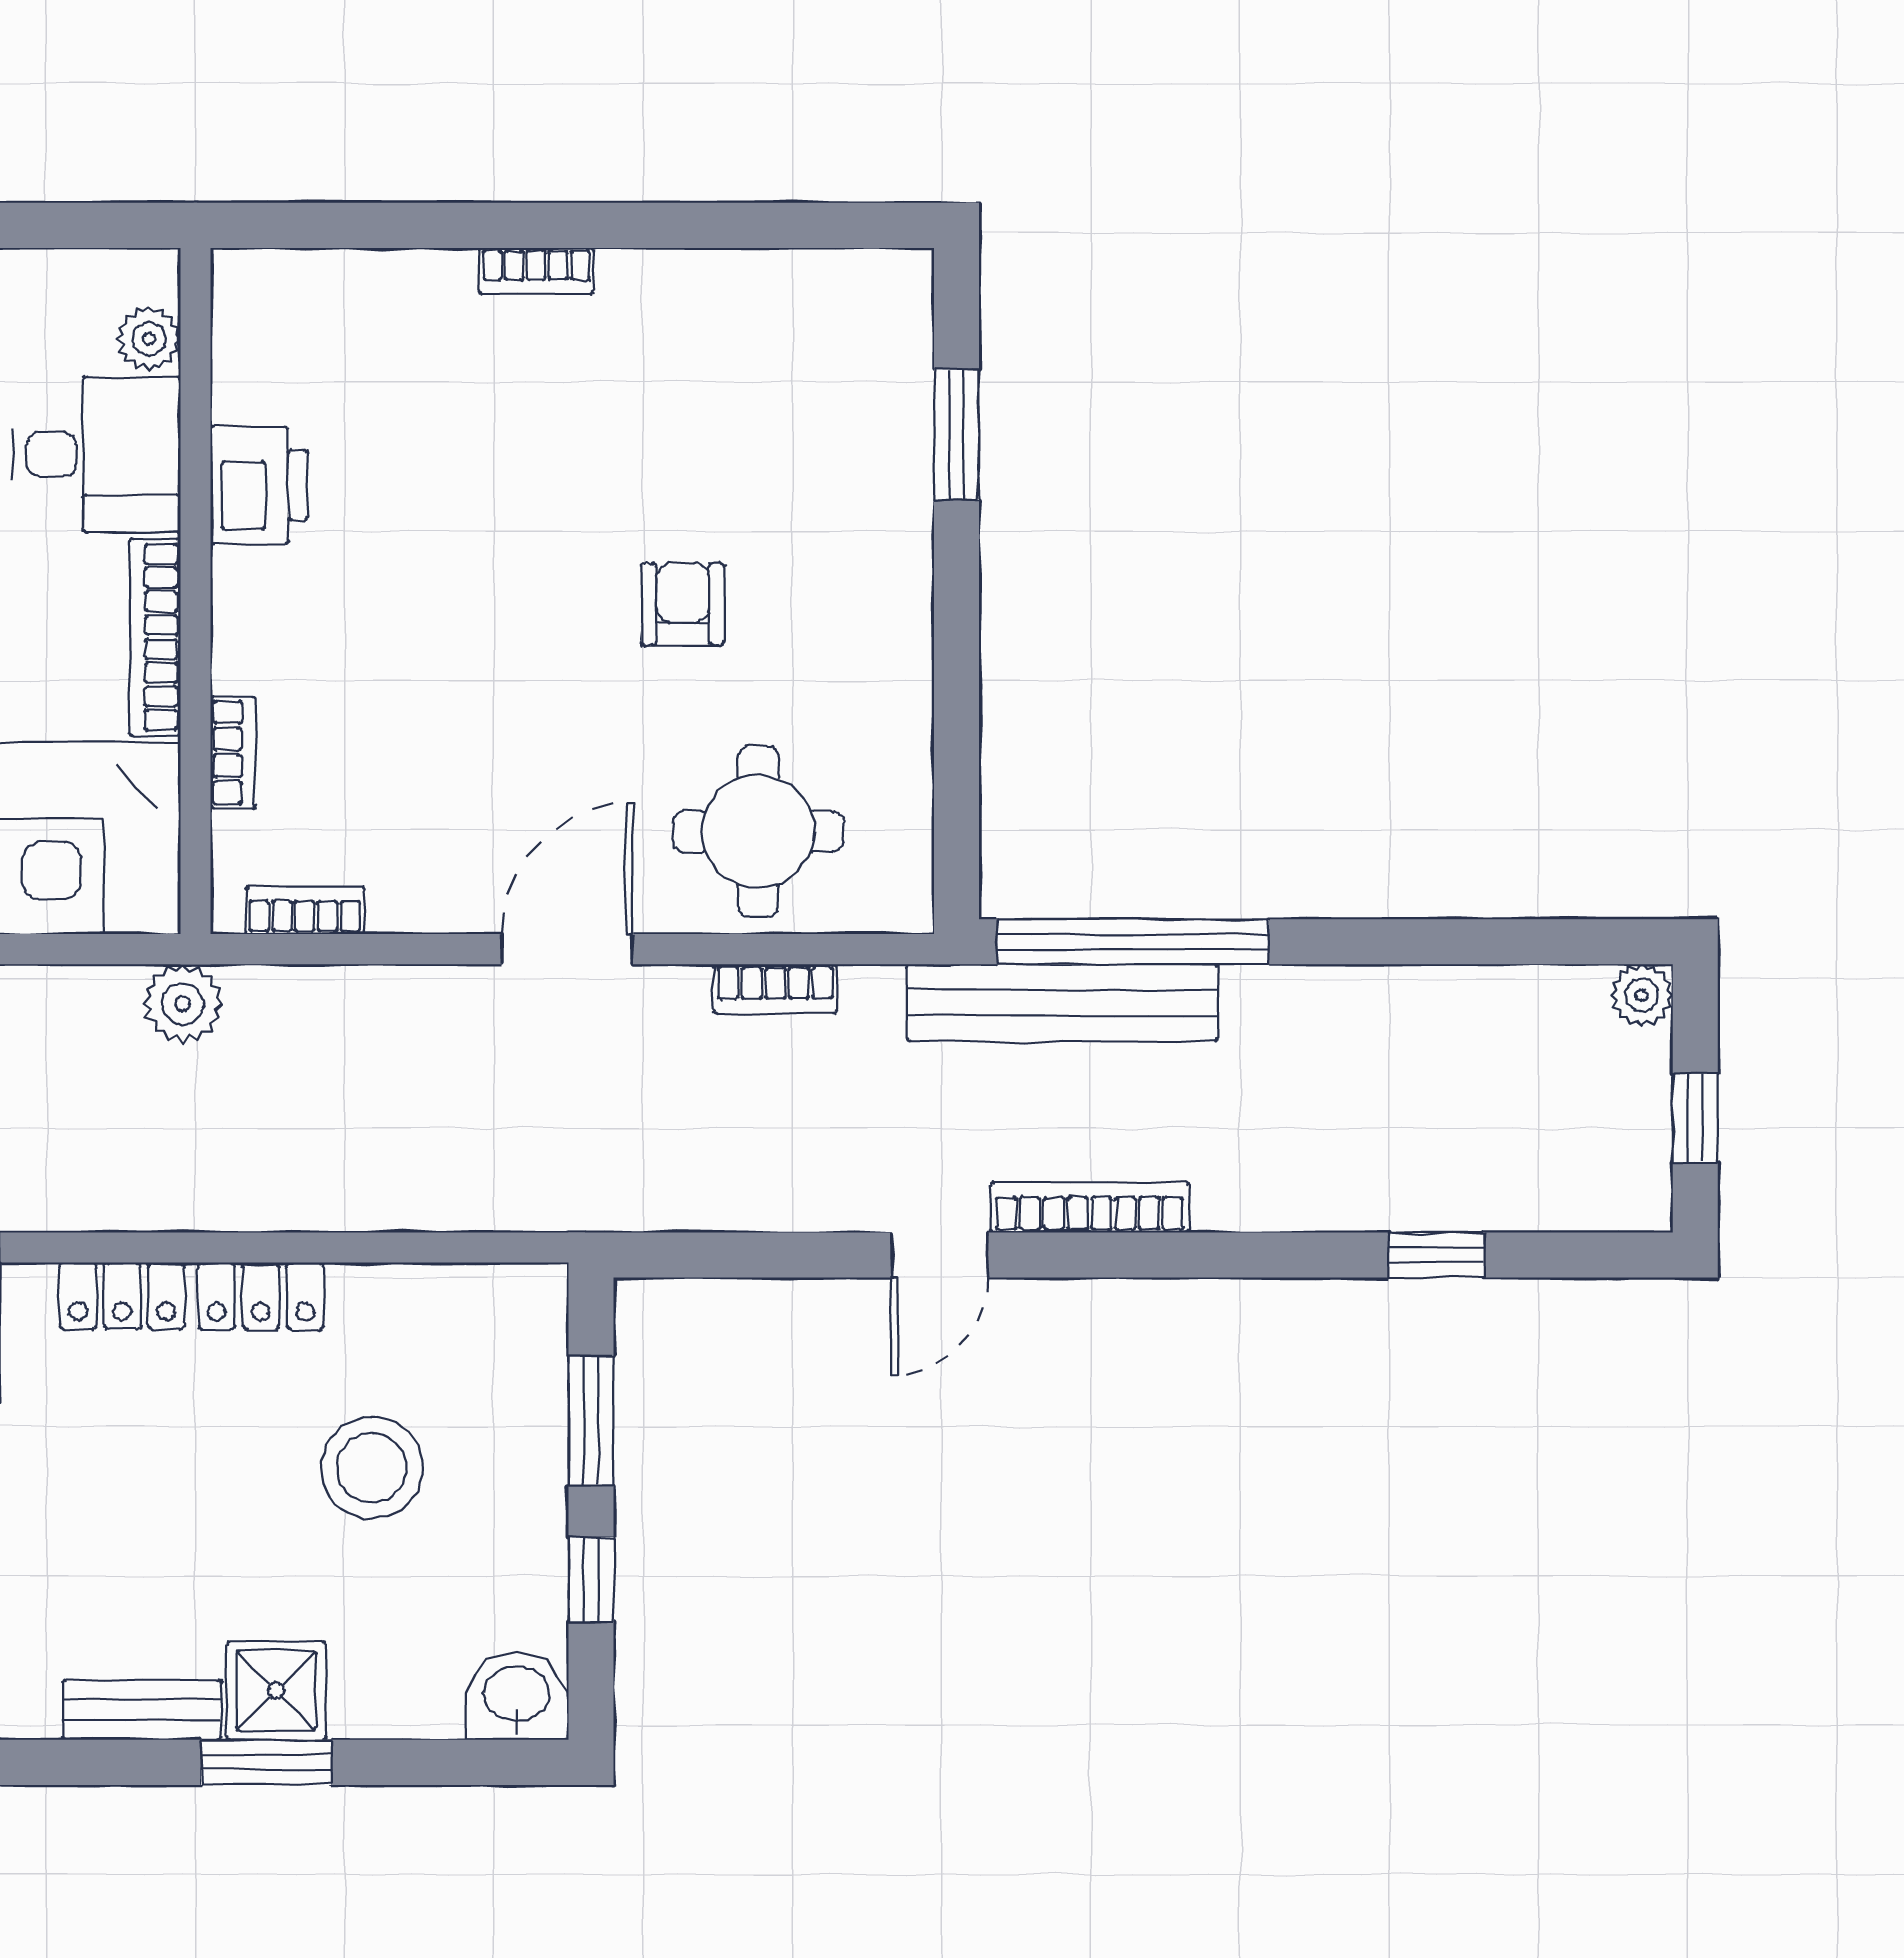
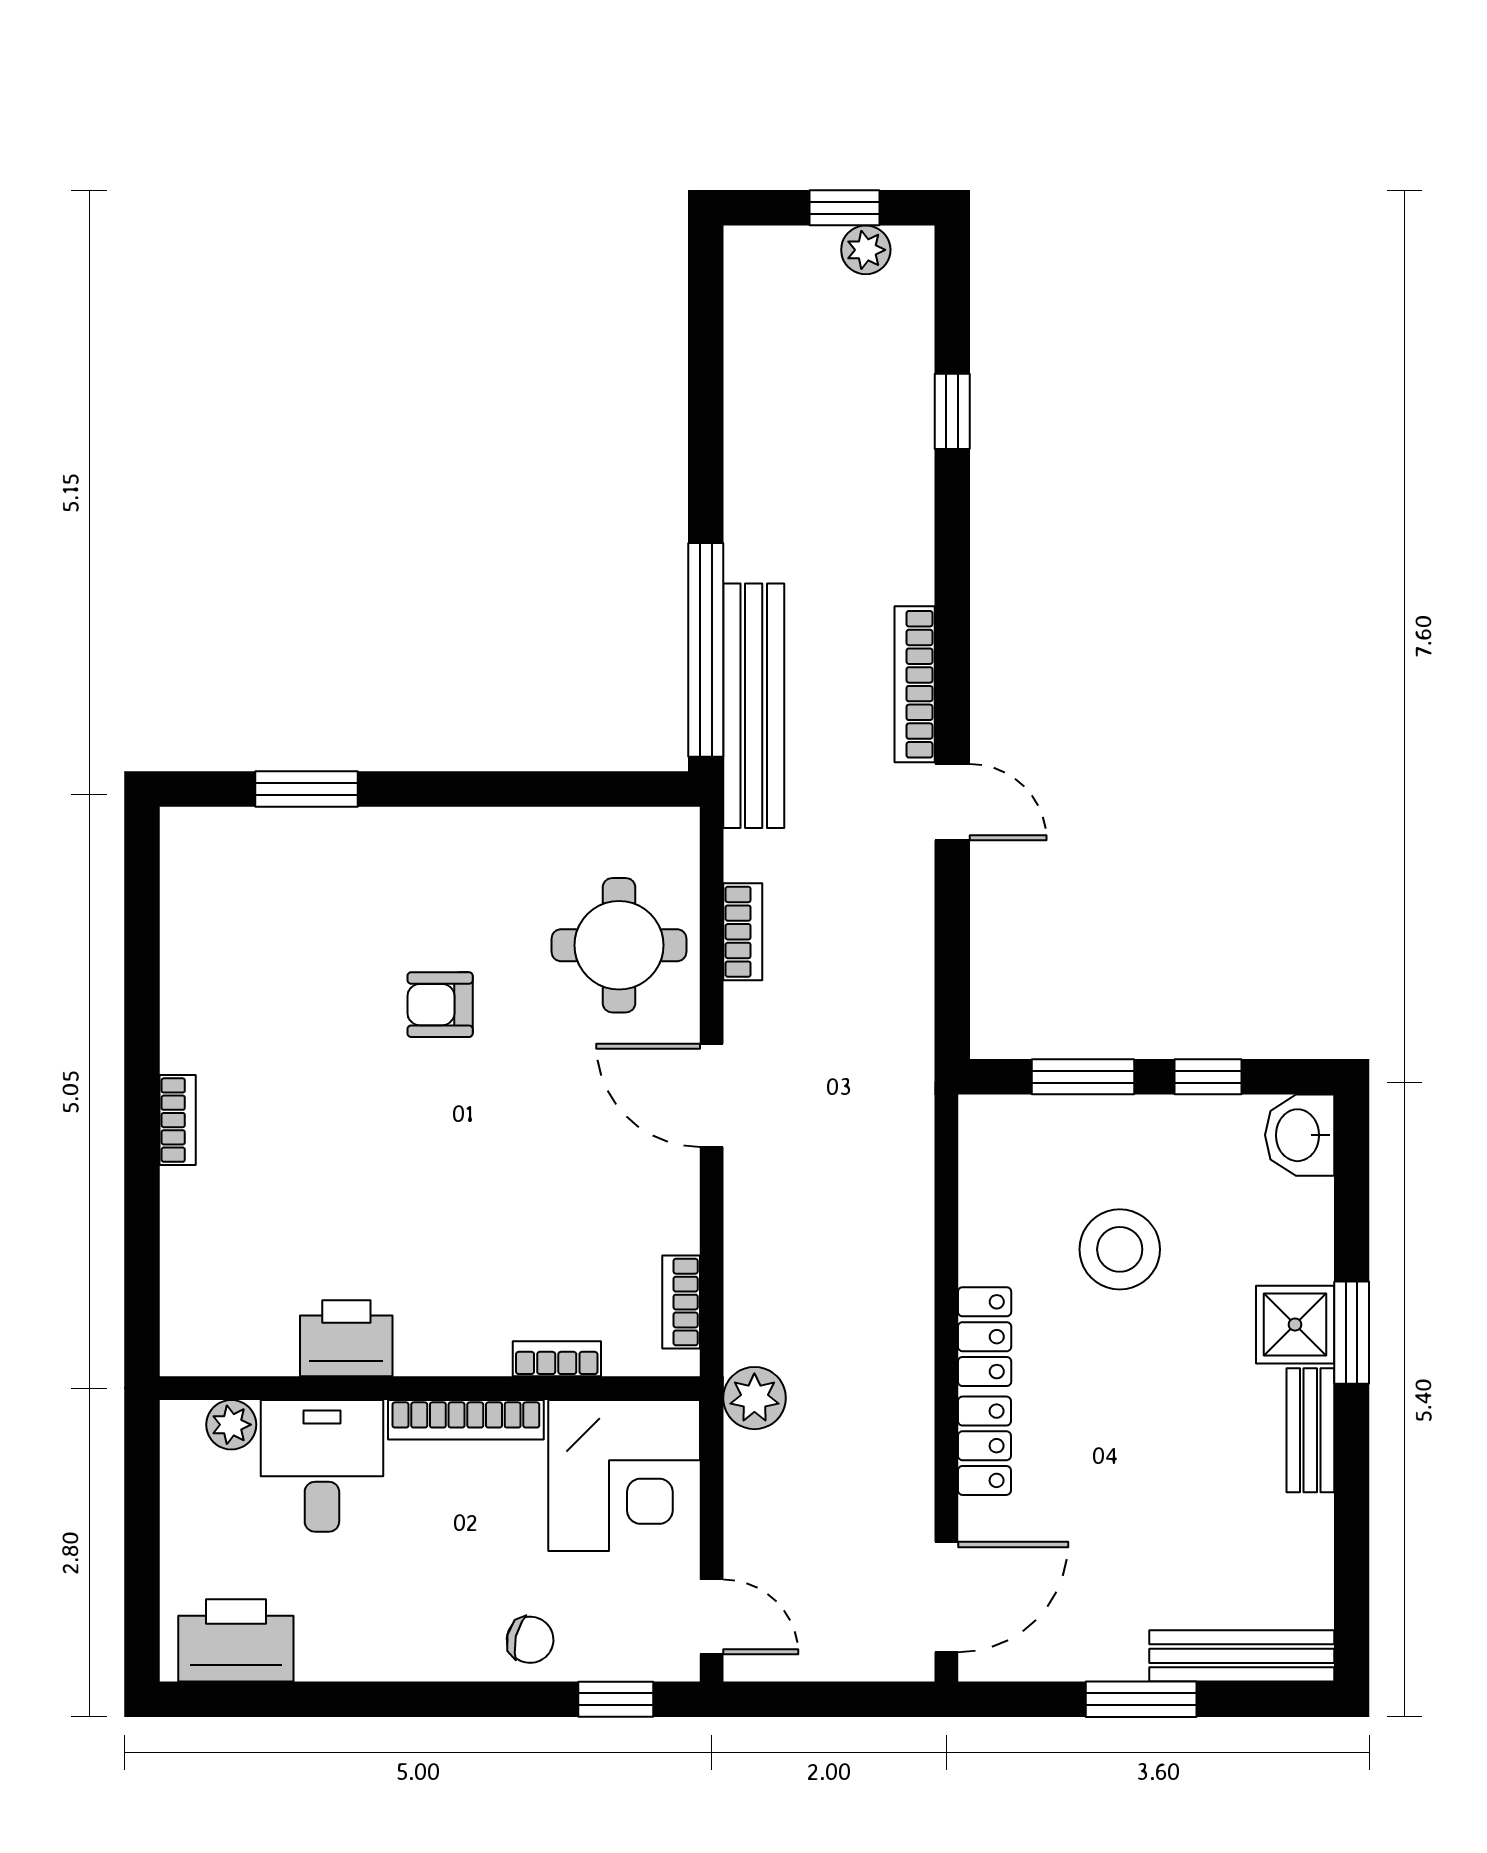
plant: (1642, 995) -> (866, 250), moved

